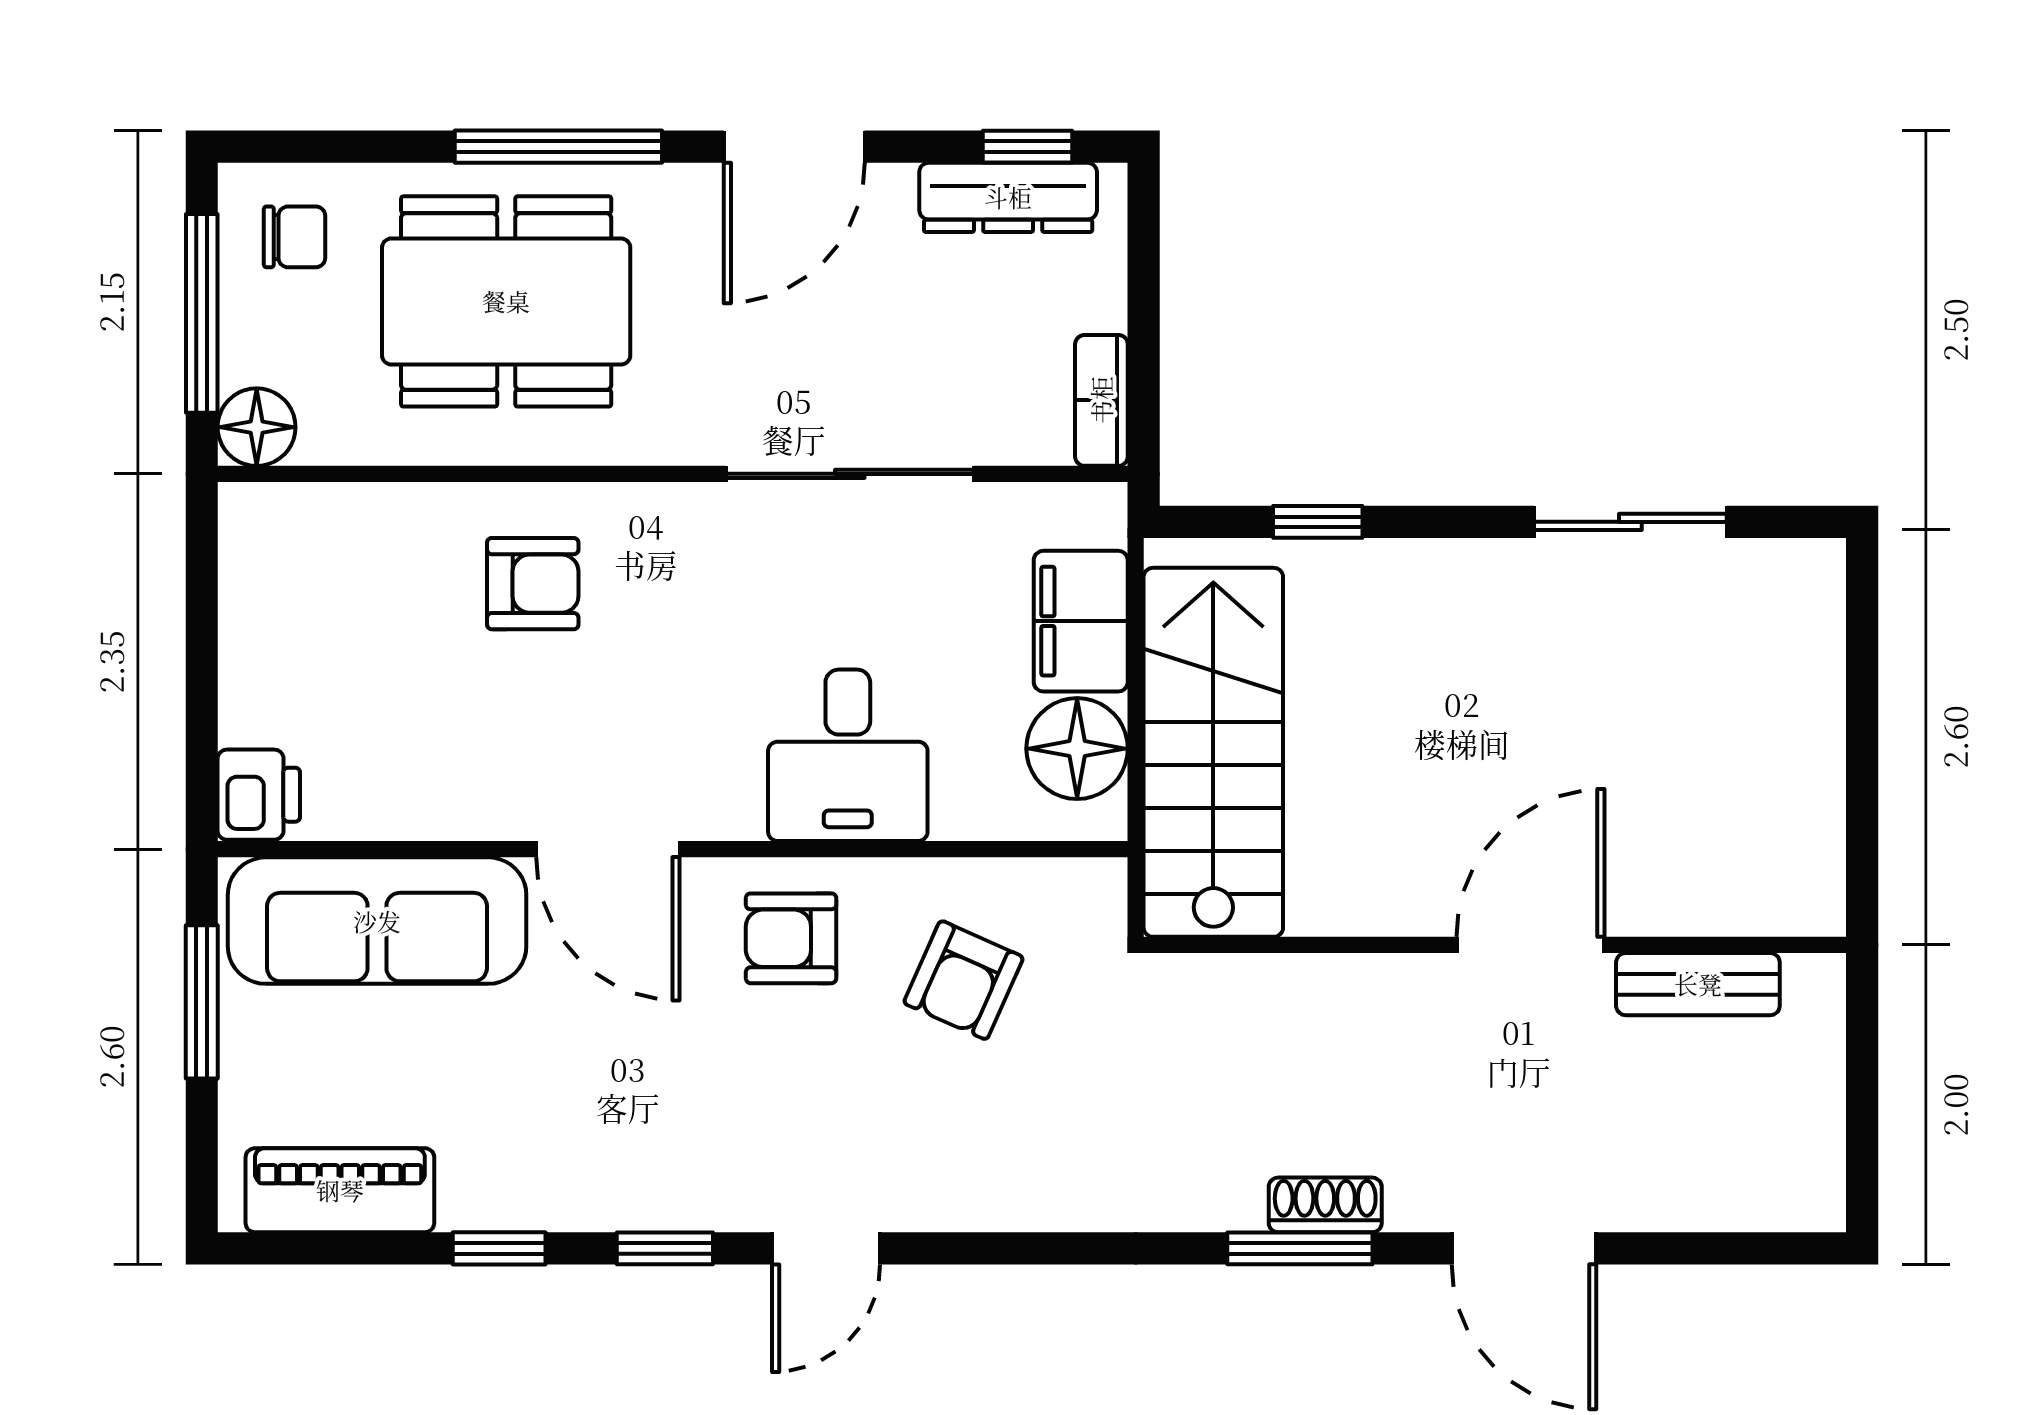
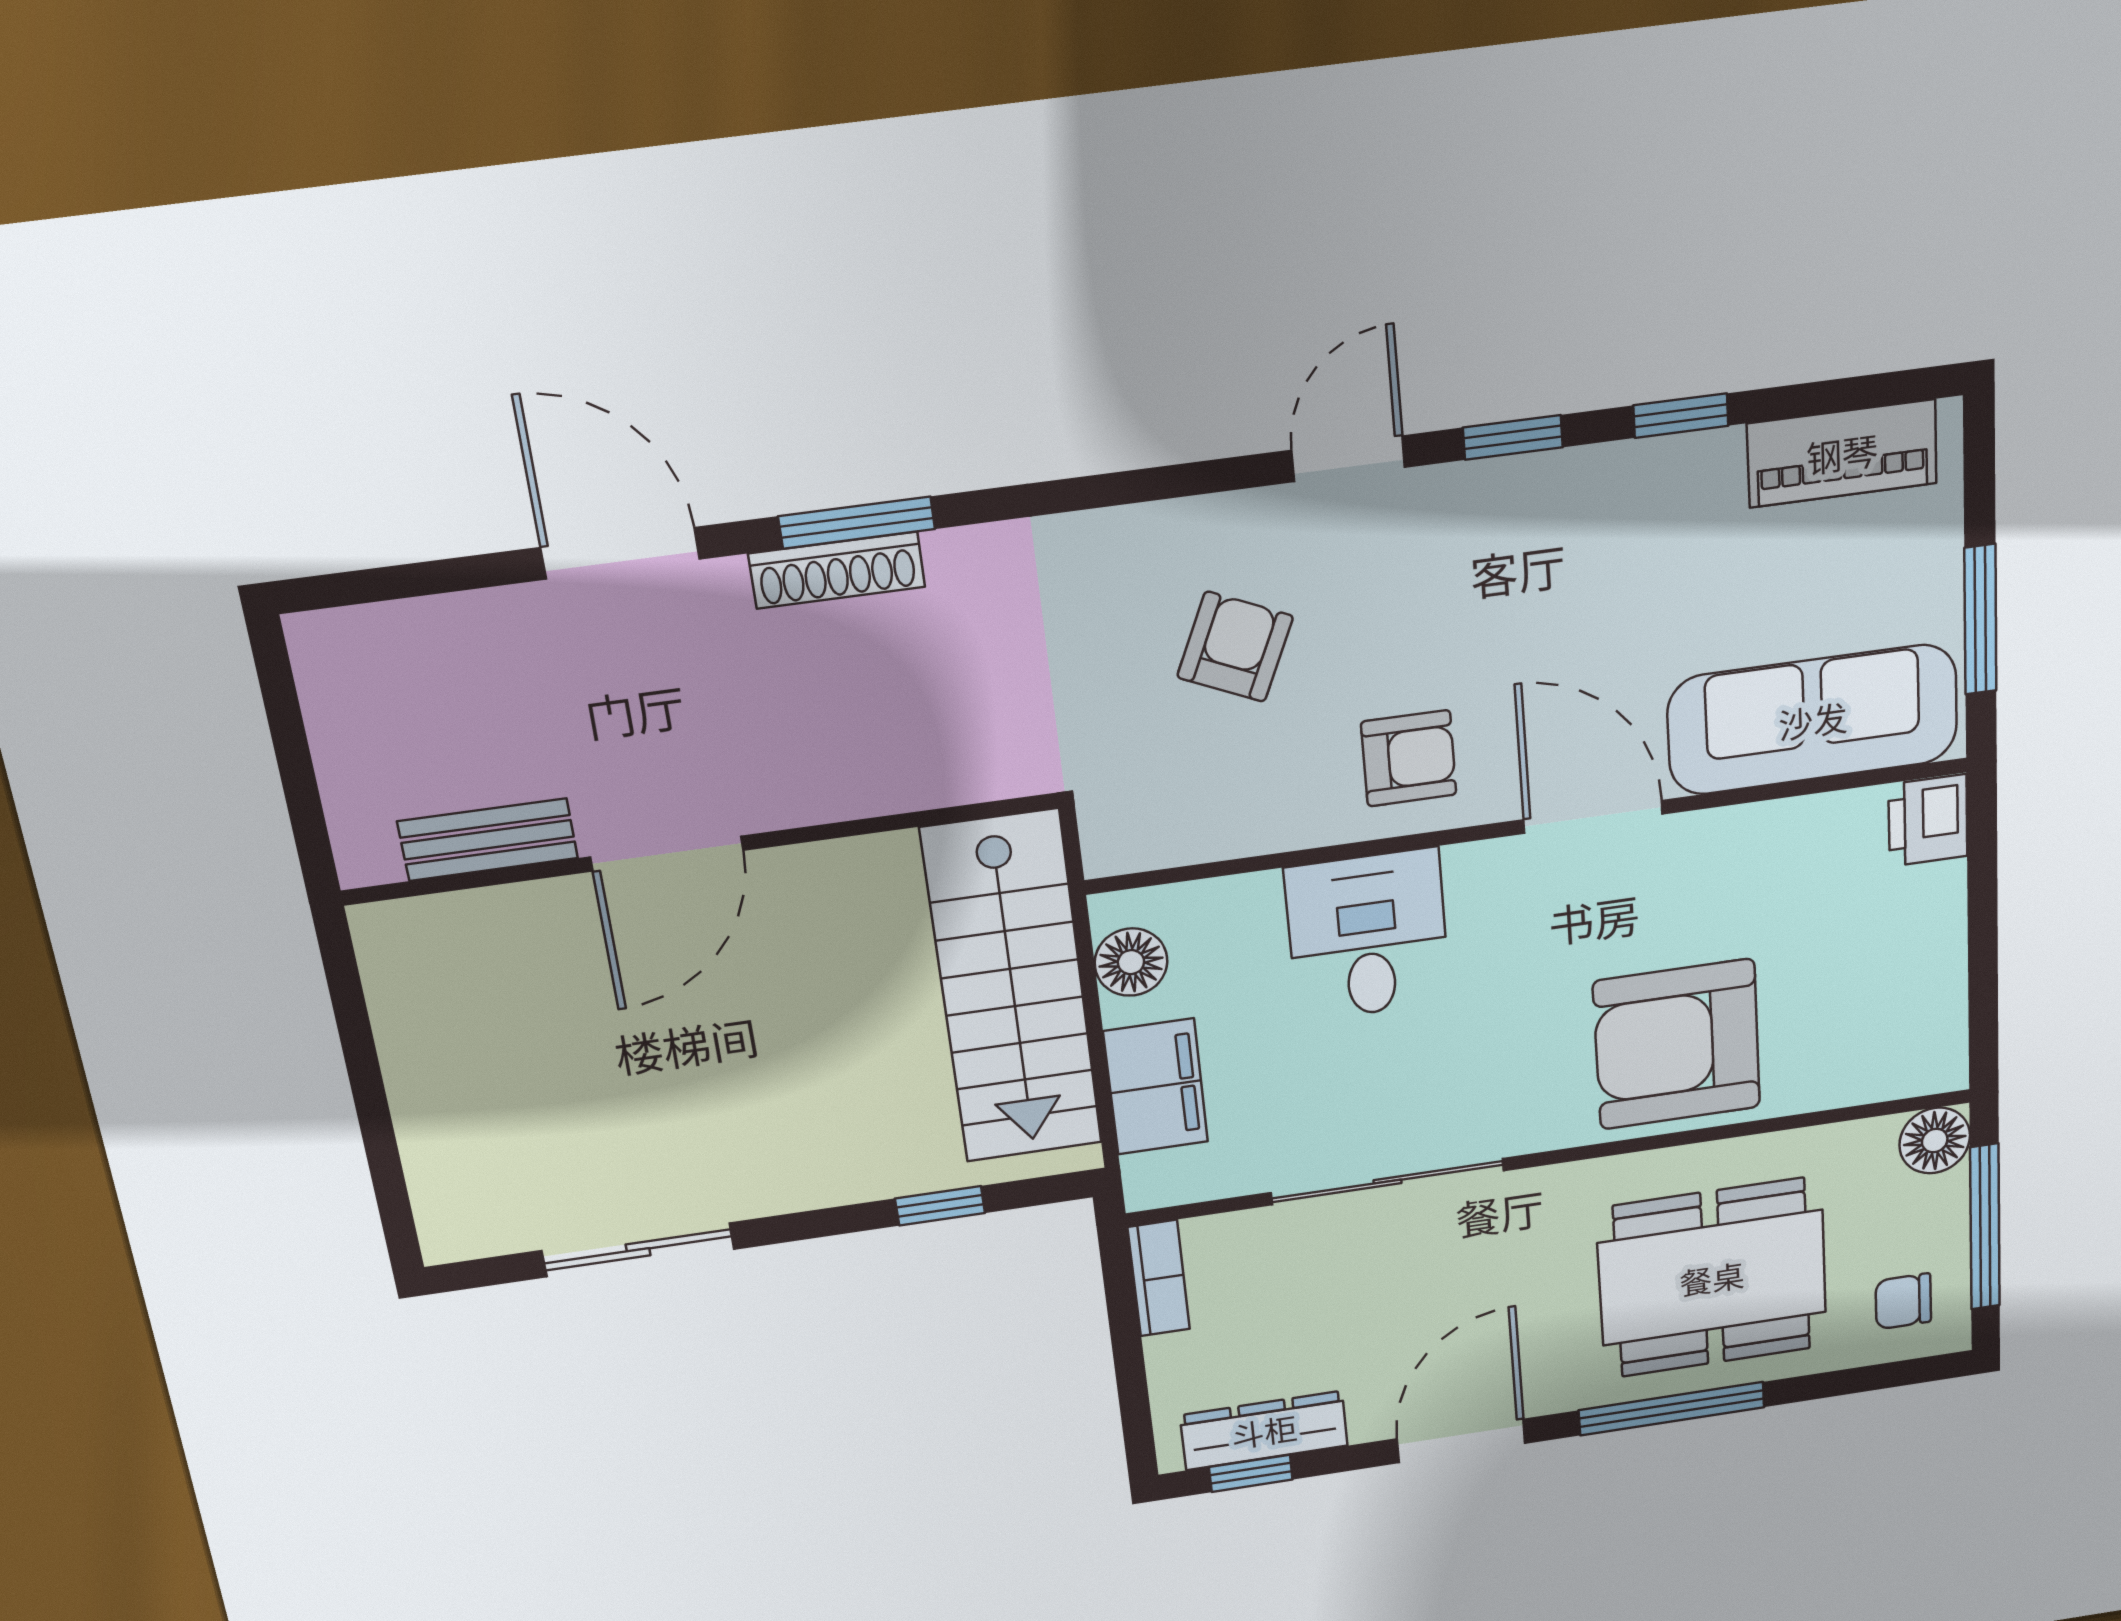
armchair: (533, 584) -> (1677, 1044), width x1.88, depth x1.88
floor lamp: (1077, 749) -> (1131, 962), width x0.73, depth x0.73
armchair: (963, 980) -> (1235, 647), moved
shoe rack: (1325, 1205) -> (837, 570), width x1.43

